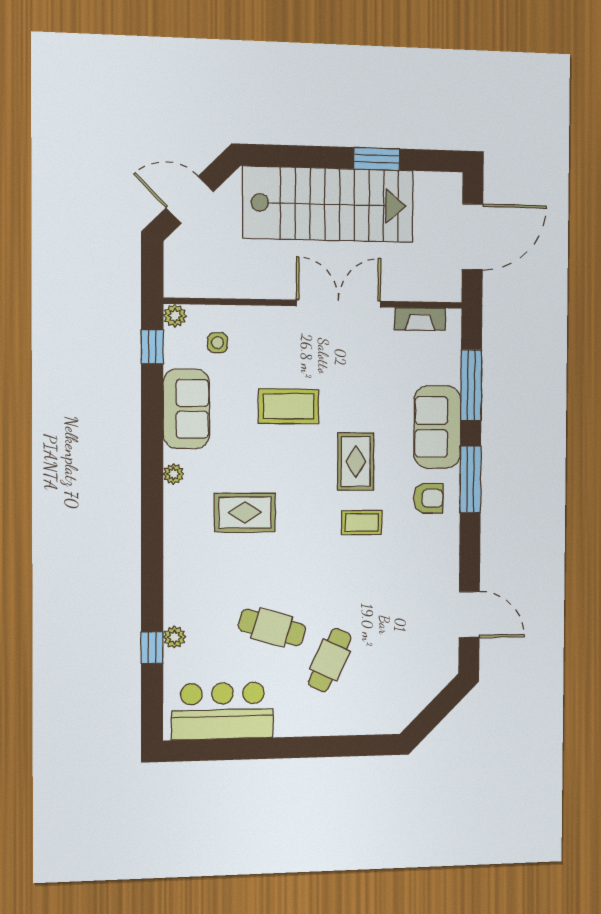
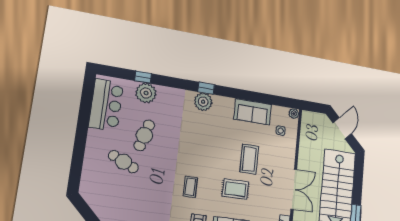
window: (152, 347) -> (206, 88), moved
rug: (356, 462) -> (235, 189), moved
plant: (174, 474) -> (203, 102), moved, width x1.88, depth x1.88
rug: (245, 513) -> (202, 131), removed
plant: (174, 637) -> (146, 93), width x1.88, depth x1.88

